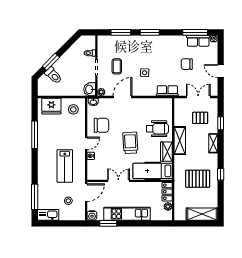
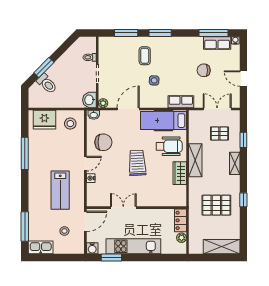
coffee table: (117, 66) -> (145, 56), moved
hospital bed: (153, 171) -> (164, 121), moved

